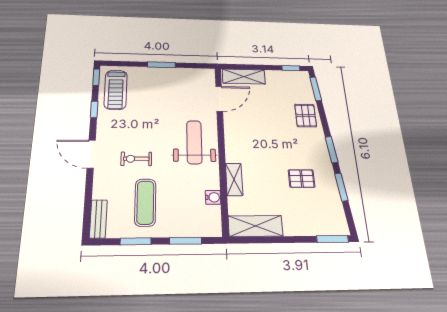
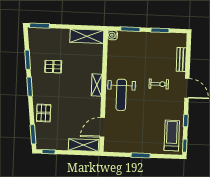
shelving: (234, 179) -> (97, 85), moved
water cooler: (213, 197) -> (113, 35), moved
exercise mat: (145, 202) -> (154, 54), removed
bench: (98, 219) -> (181, 59), moved

